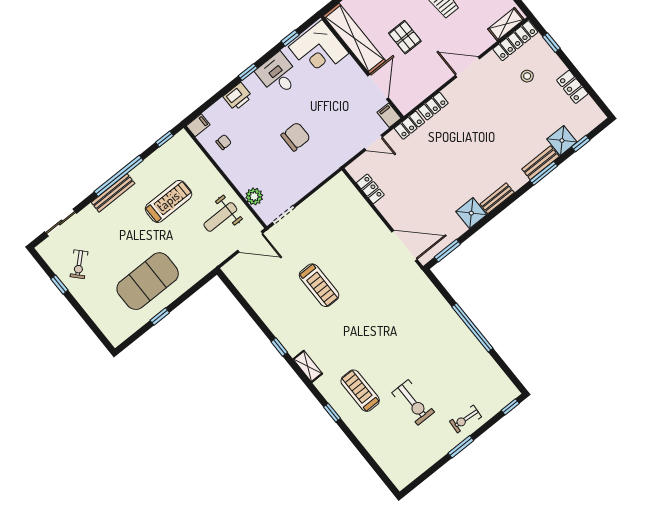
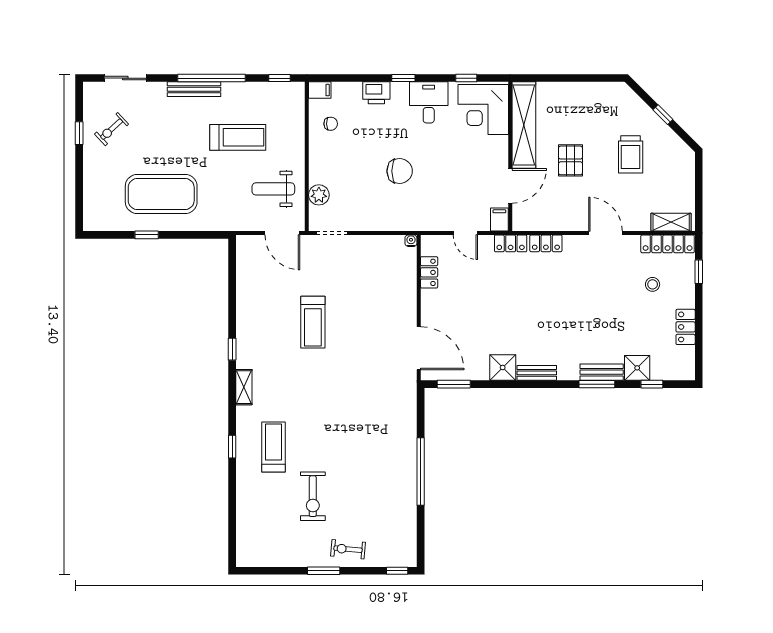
water cooler: (341, 177) -> (411, 241), added

